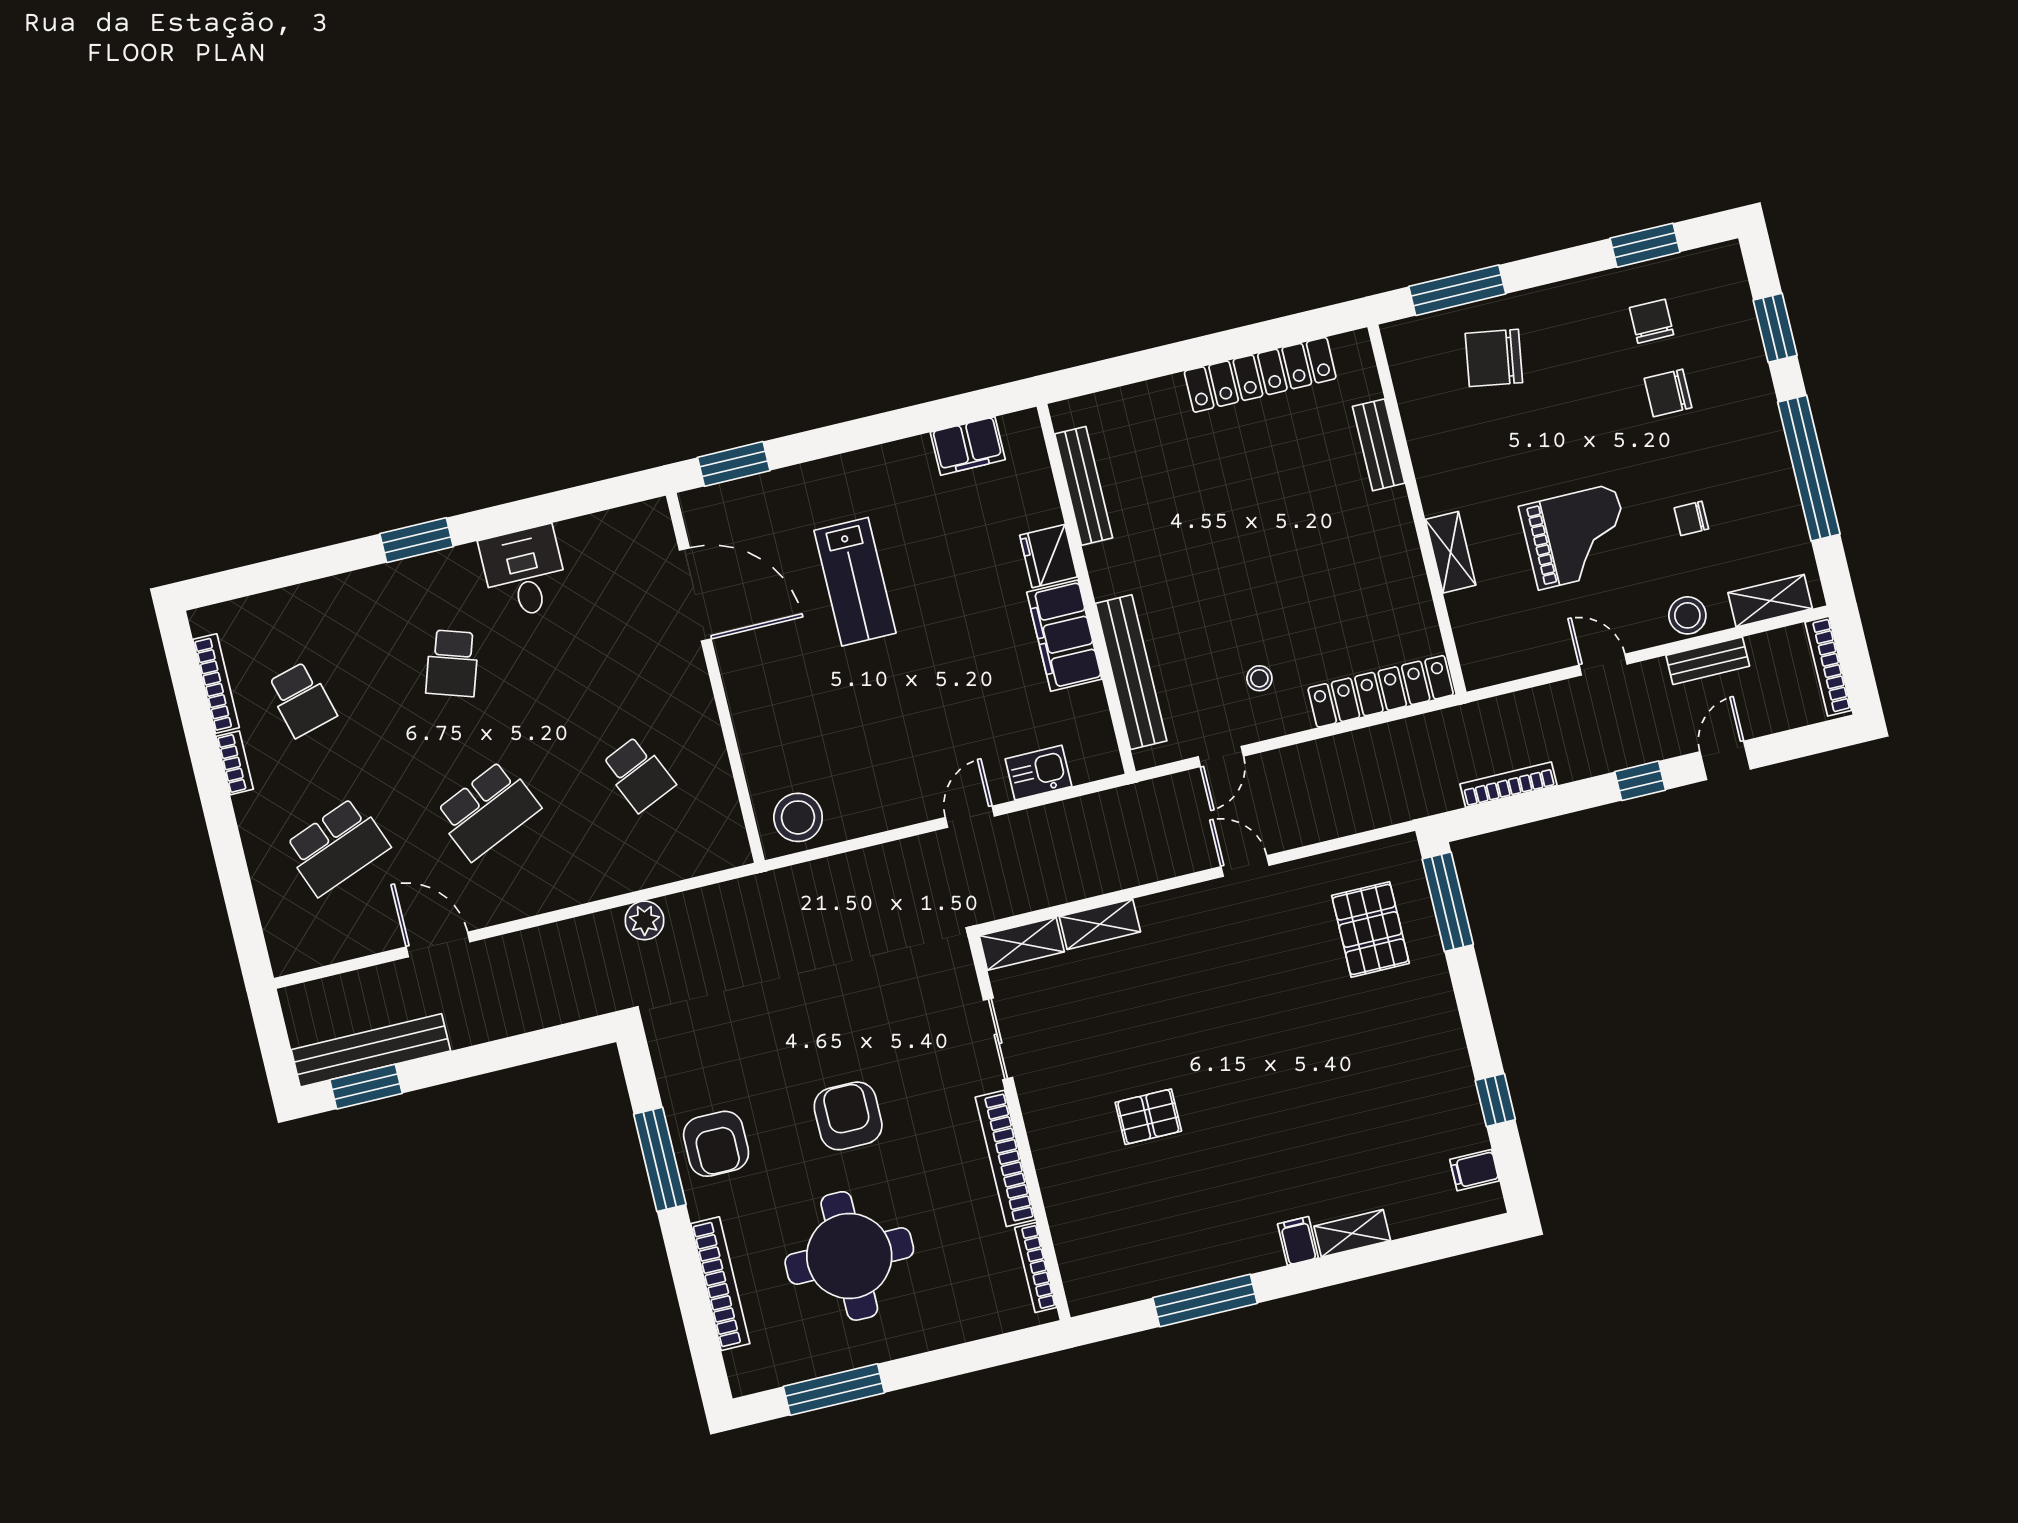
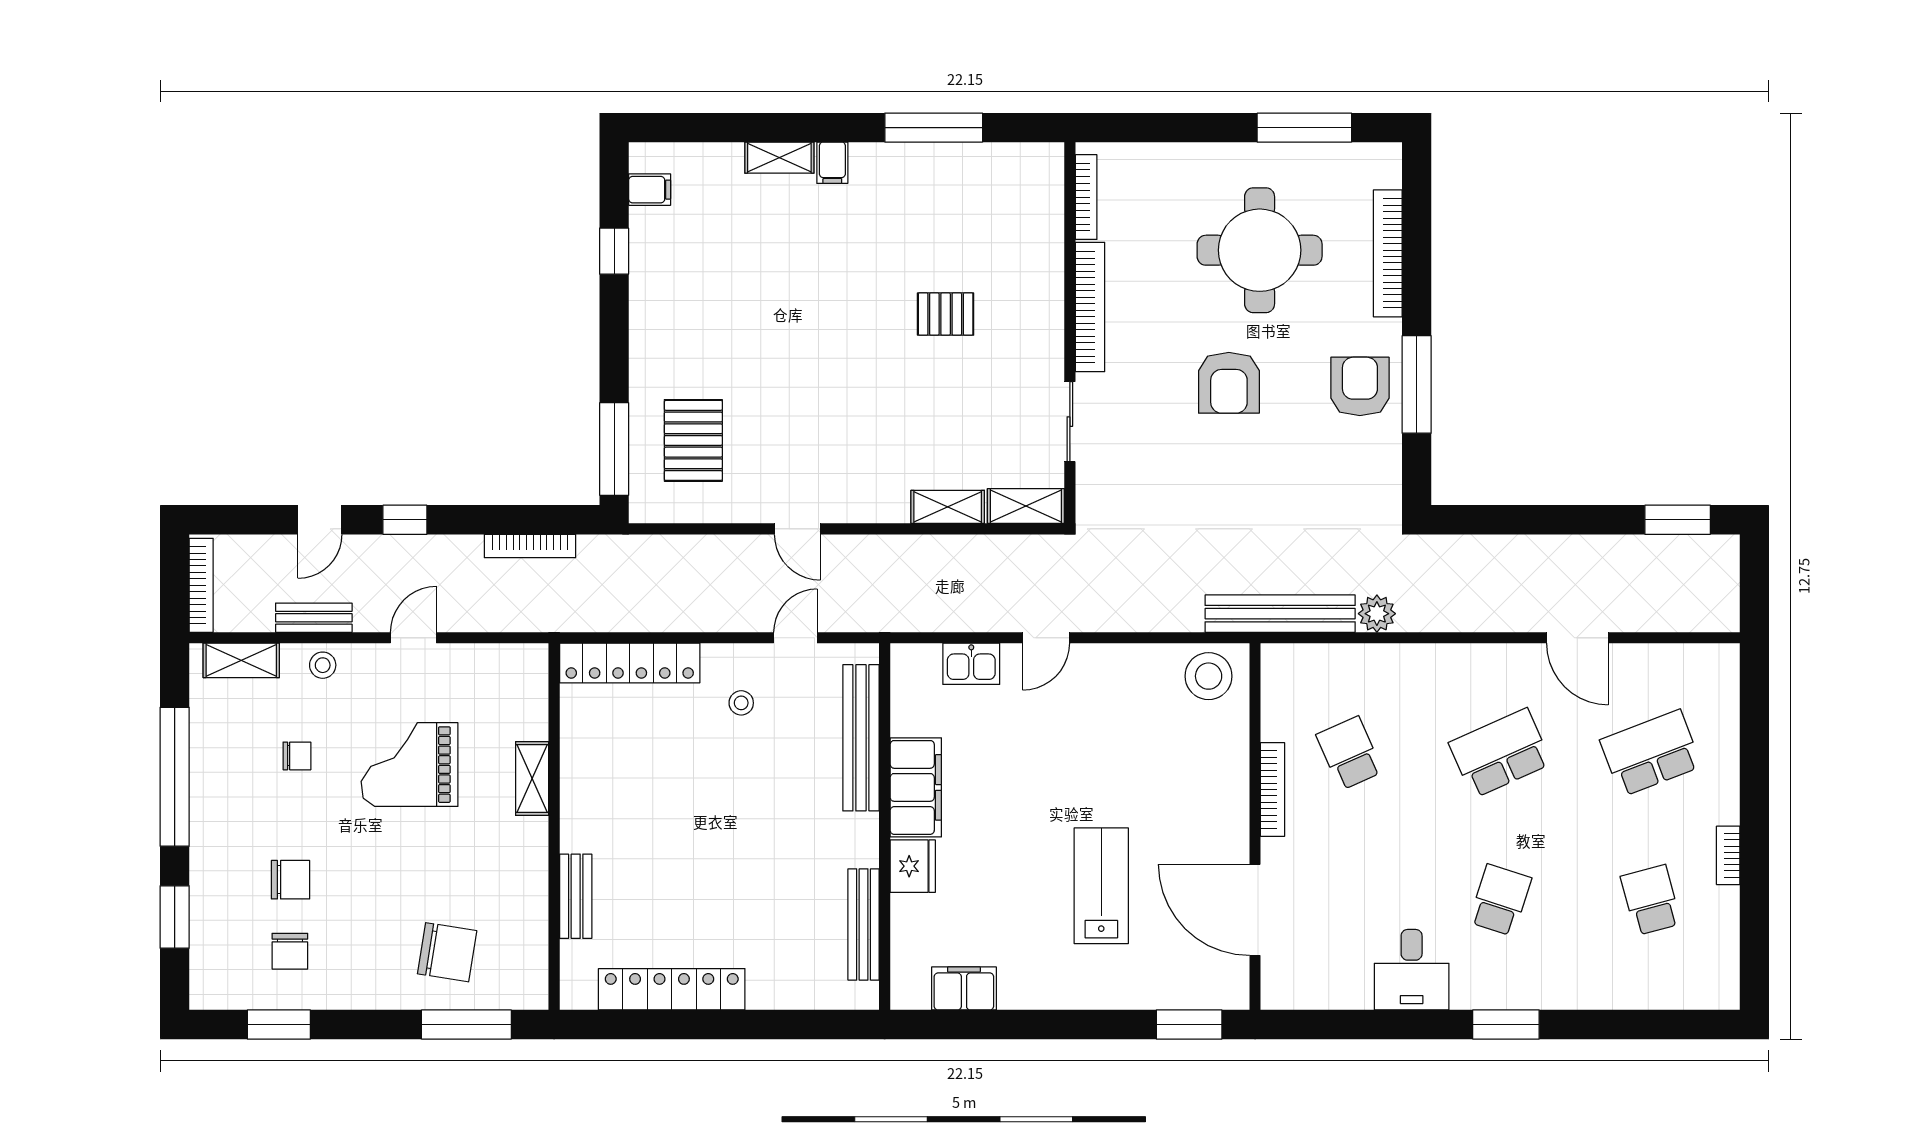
stool: (1687, 615) -> (323, 665), width x0.73, depth x0.73
door: (1603, 665) -> (413, 638), swing flipped
bookcase: (216, 684) -> (1272, 789), moved, turned 180
bench: (371, 1050) -> (1280, 614), moved

